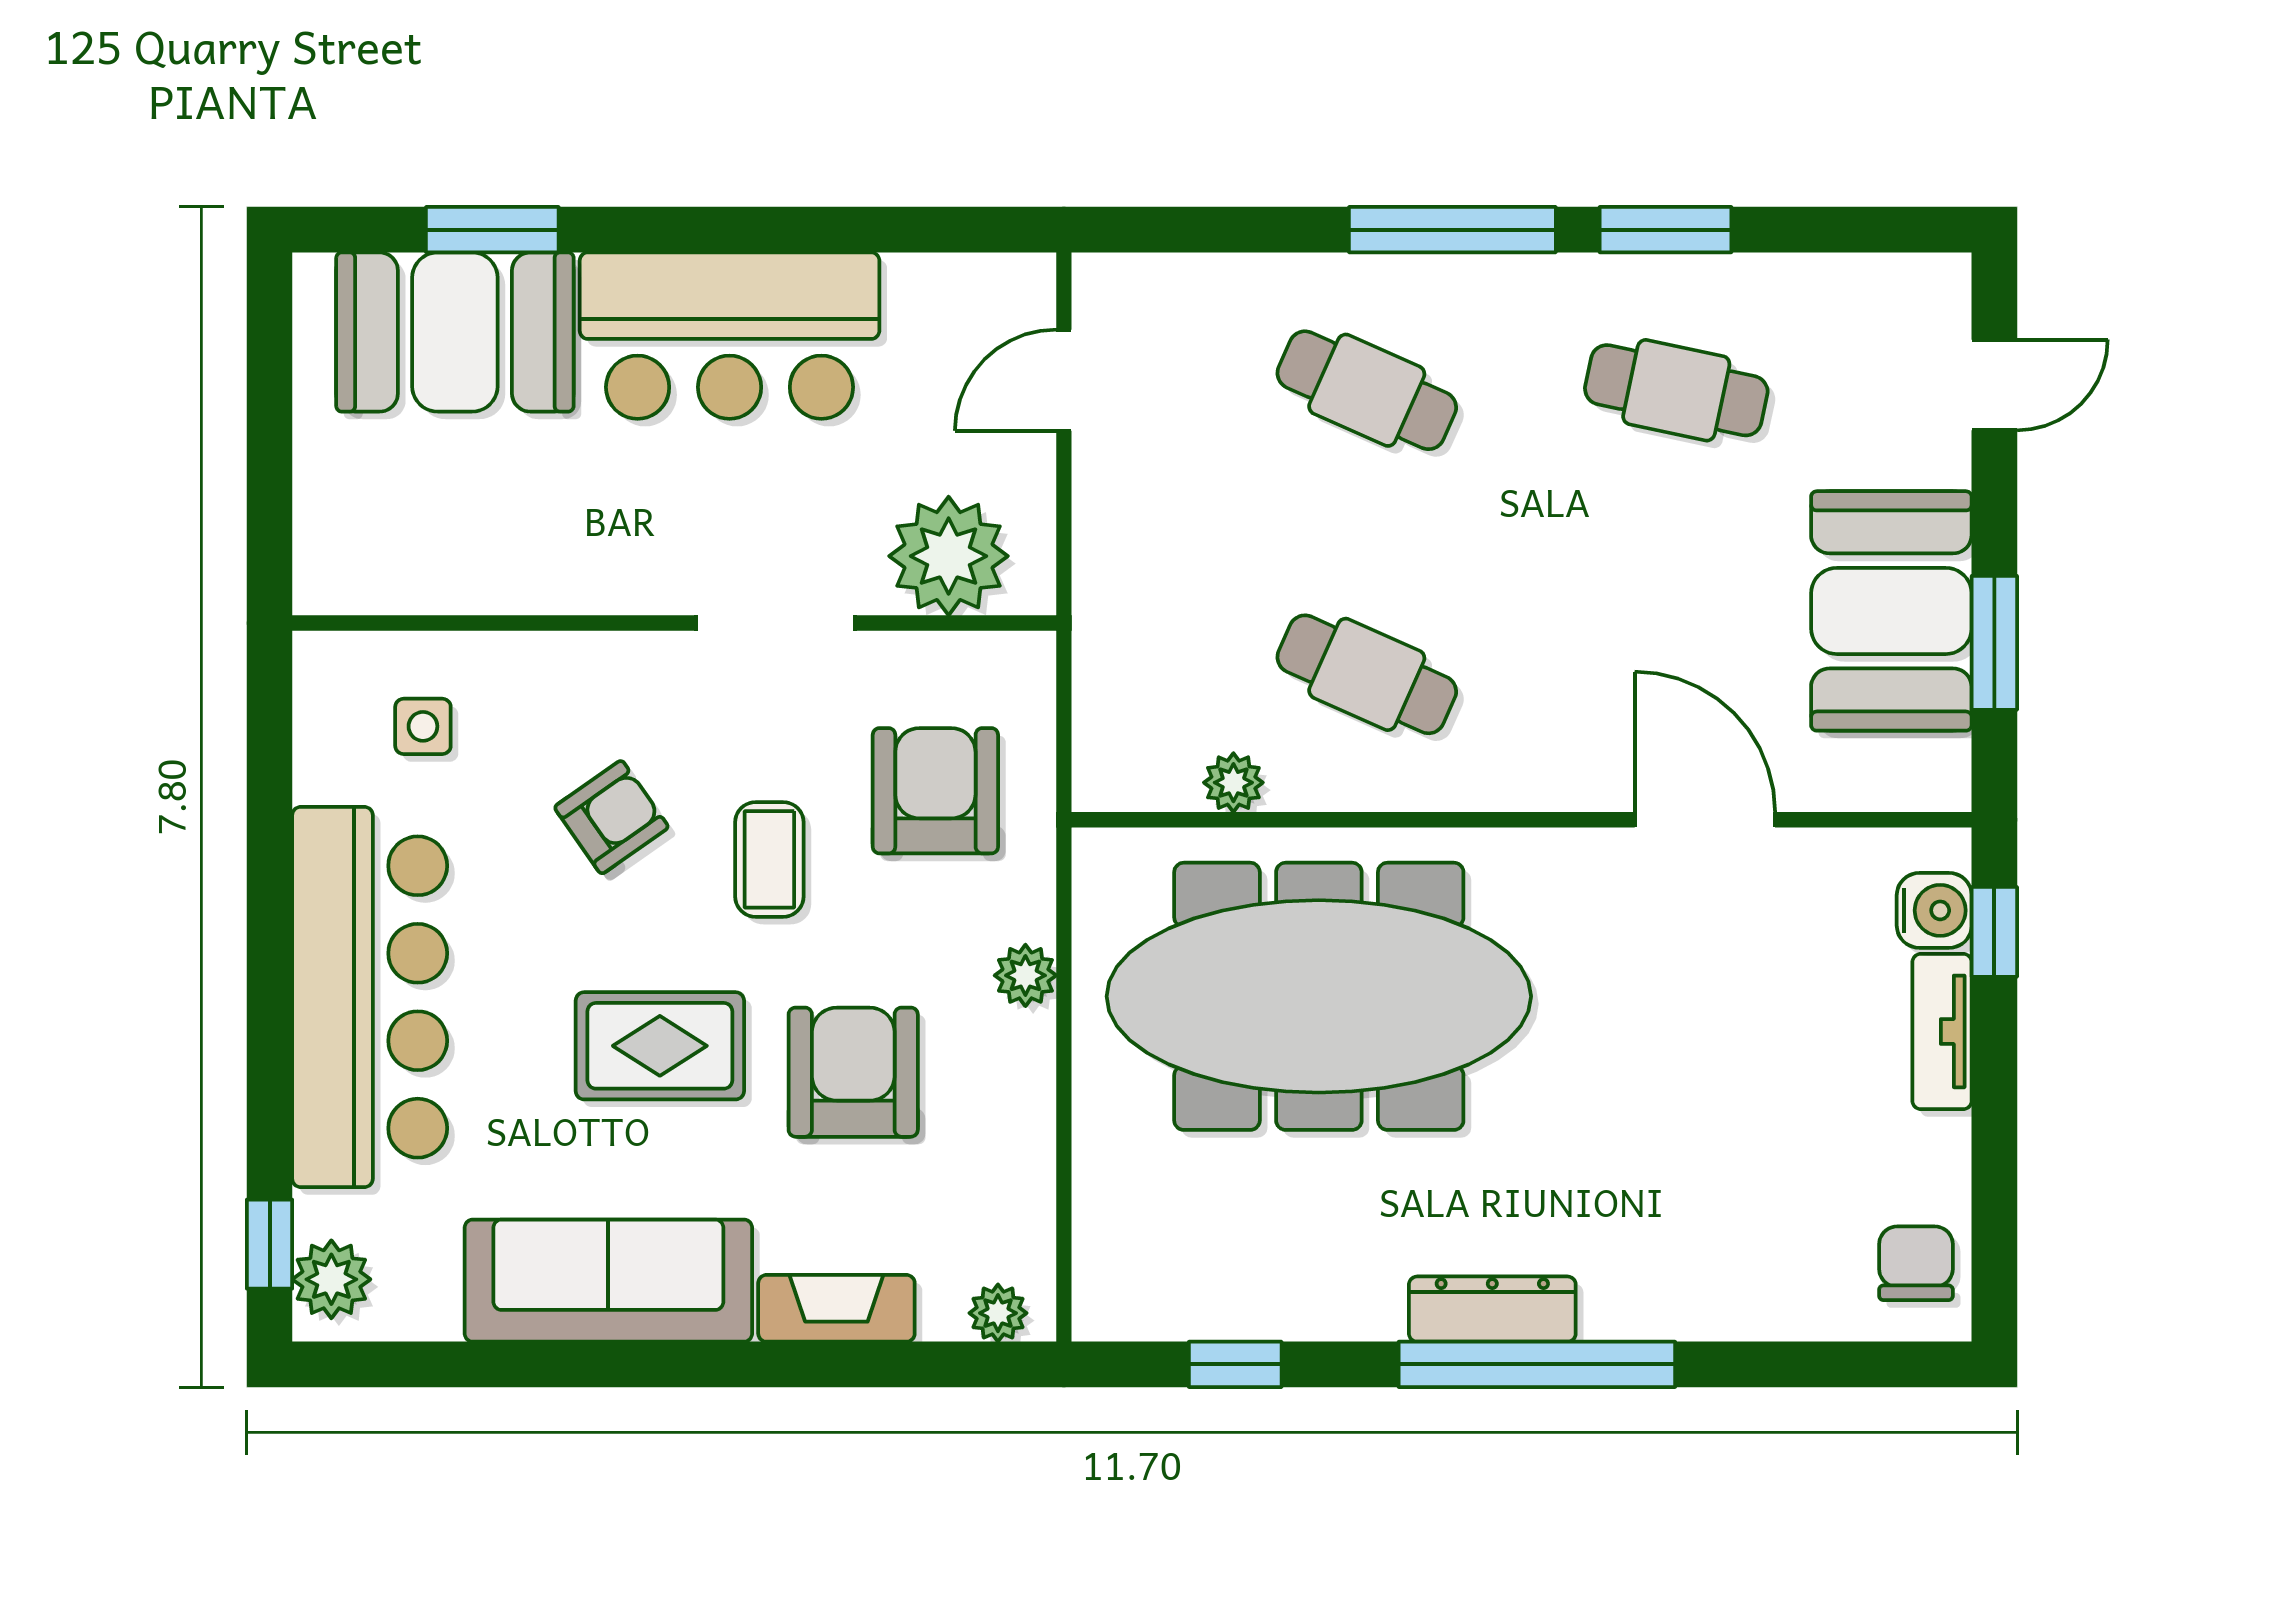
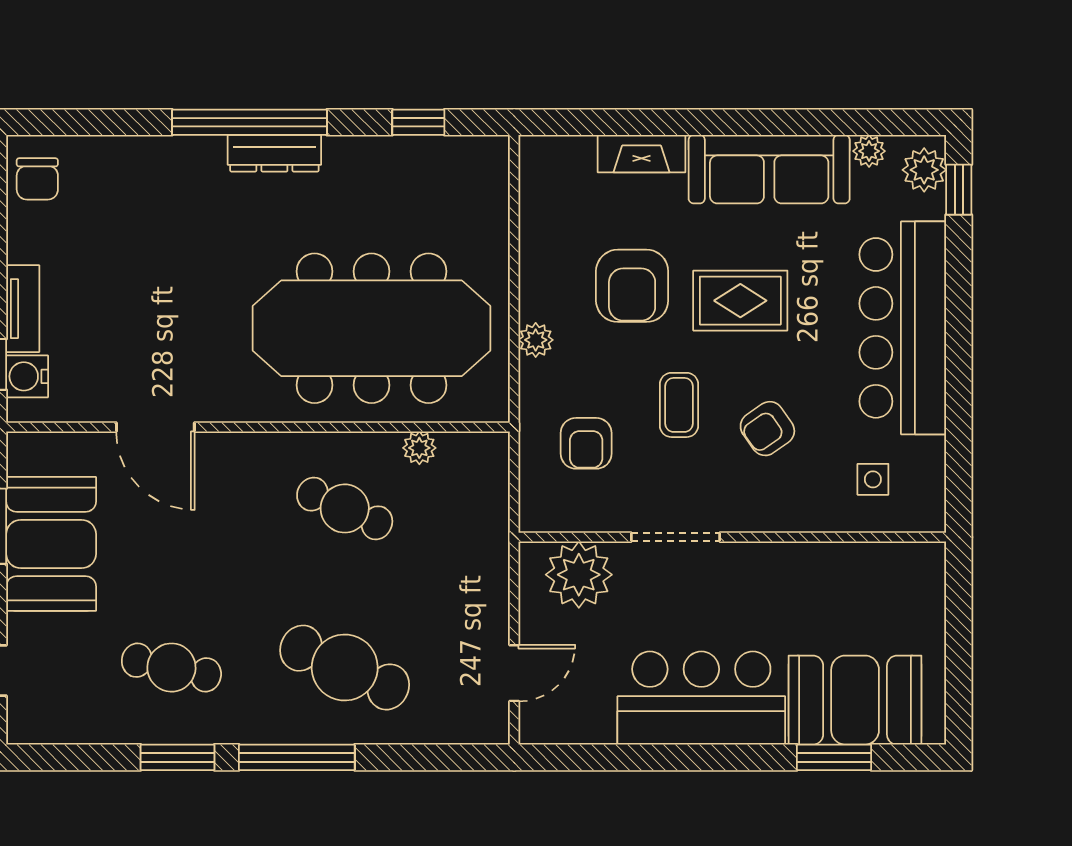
cafe table: (1367, 390) -> (345, 668), width x1.37, depth x1.35
armchair: (935, 791) -> (586, 443), width x0.72, depth x0.72
plant: (998, 1313) -> (869, 151), moved

